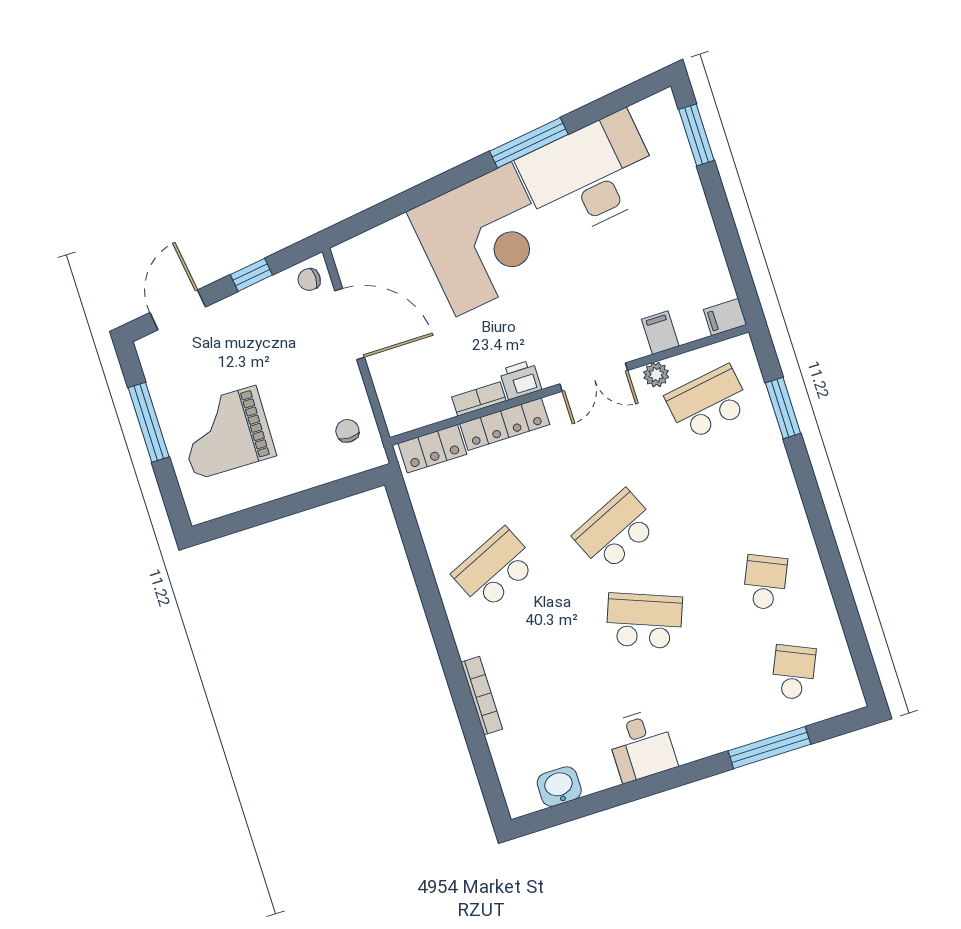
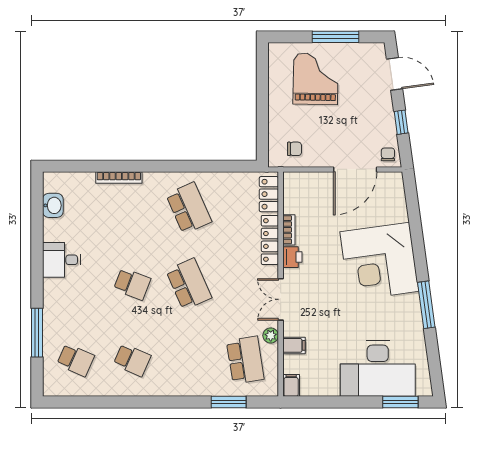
desk: (590, 176) -> (378, 368), moved, turned 98
school desk: (644, 621) -> (132, 284), width x0.54

